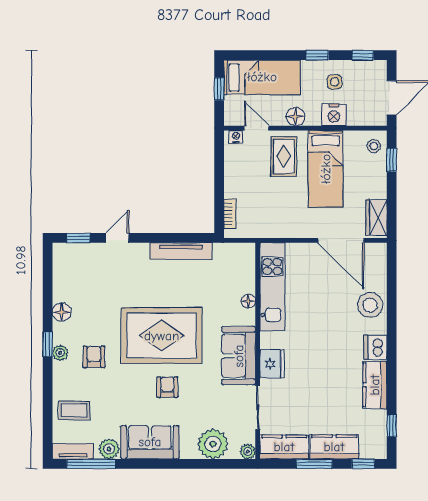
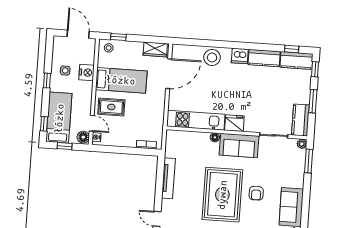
window: (363, 55) -> (44, 124), moved
floor lamp: (296, 117) -> (83, 137), moved
door: (257, 128) -> (92, 123), swing flipped
floor lamp: (248, 301) -> (215, 137), moved
fridge: (272, 364) -> (234, 123), moved
armchair: (167, 387) -> (256, 193), turned -90
plant: (213, 444) -> (295, 166), removed
kitchen counter: (334, 447) -> (297, 61), moved, turned -90
window: (222, 464) -> (309, 161), added

